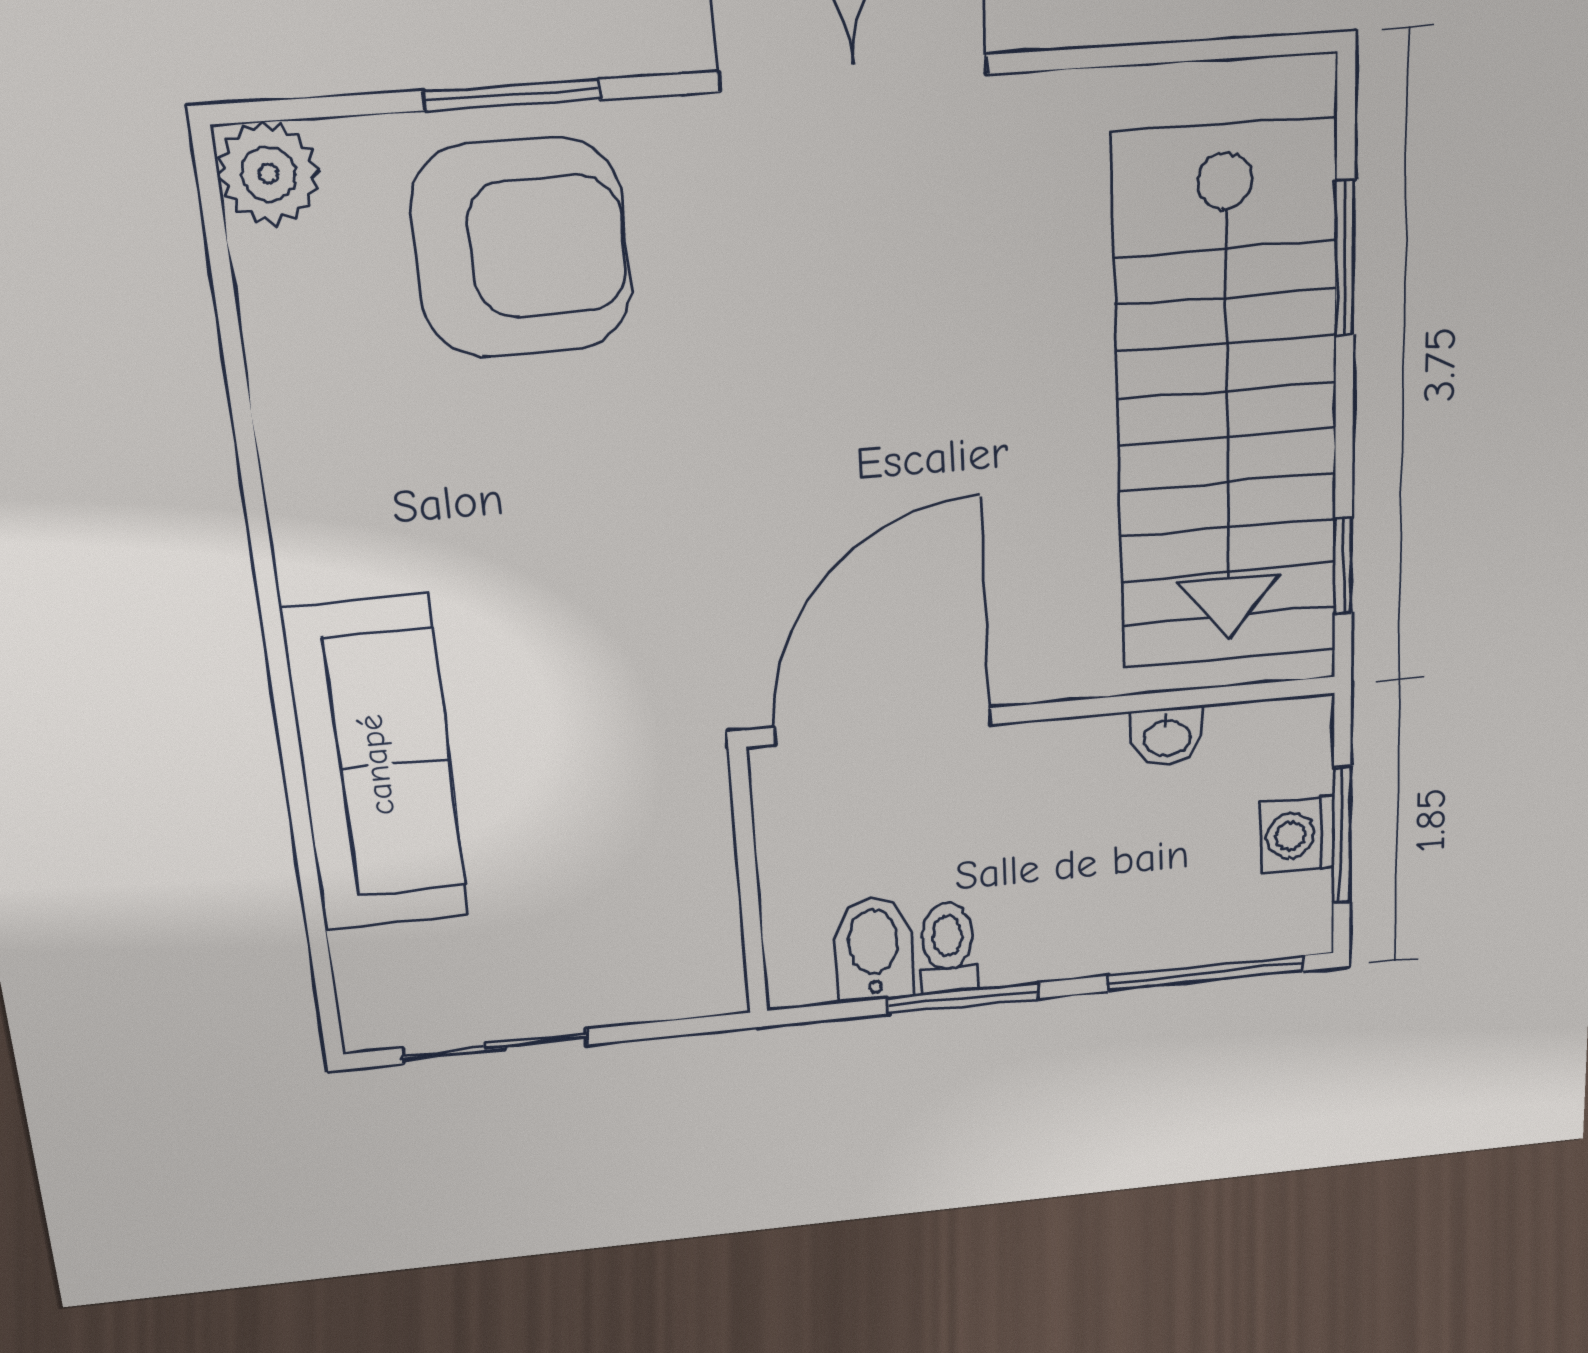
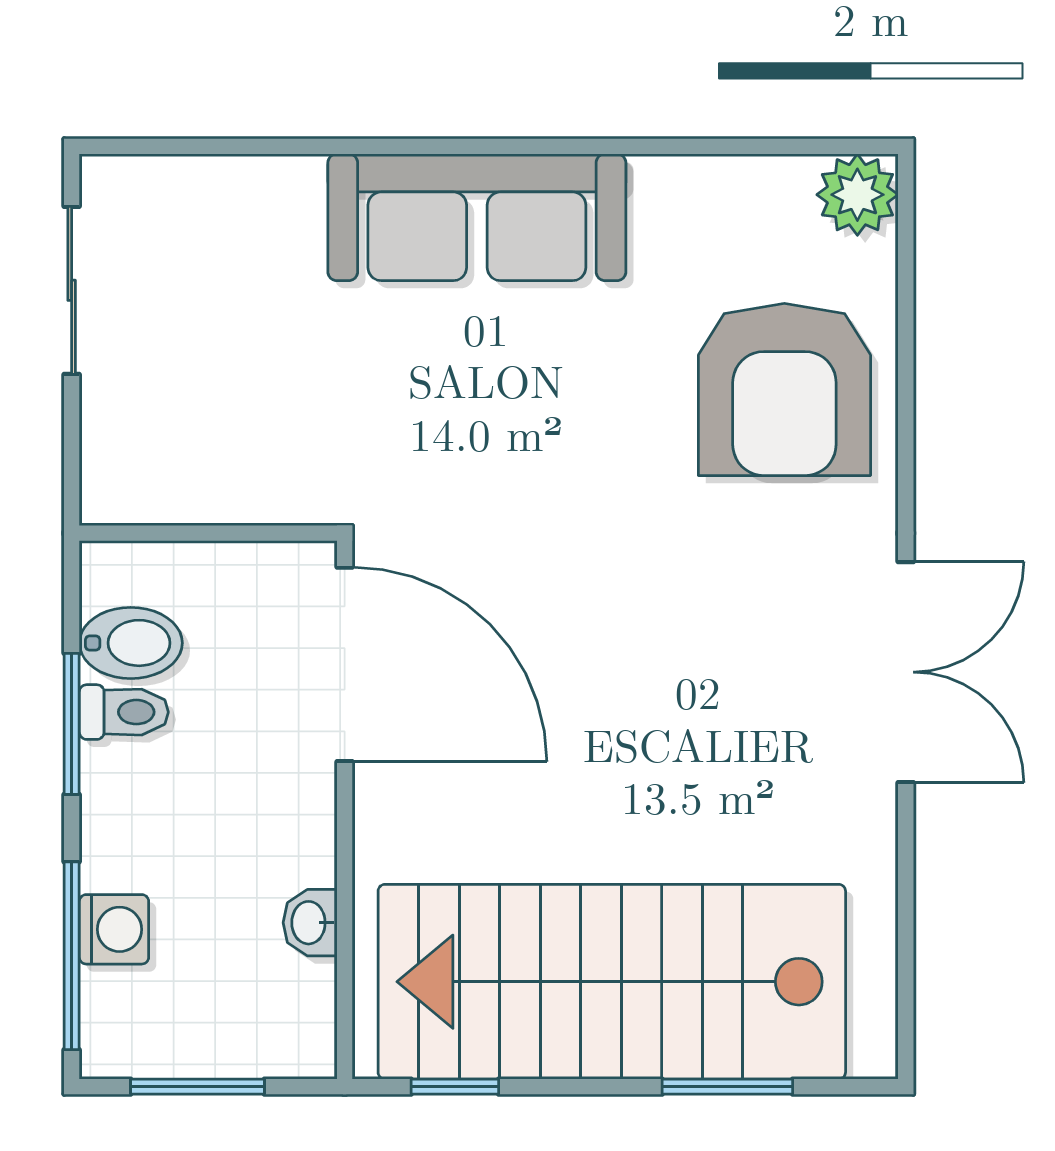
window: (512, 95) -> (906, 395), removed
sofa: (376, 765) -> (477, 217), moved
washing machine: (1298, 835) -> (114, 929), moved, turned 90

